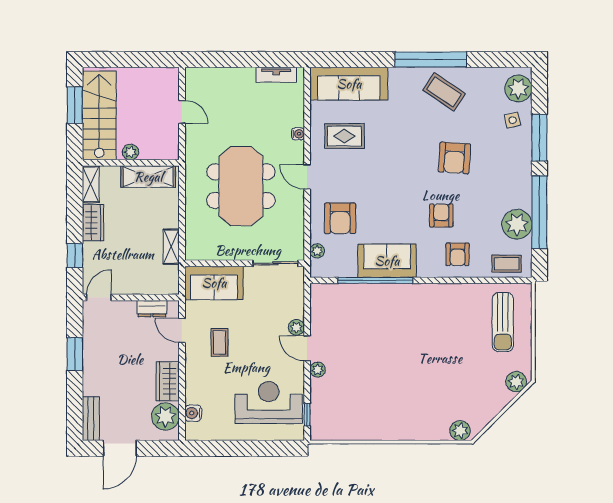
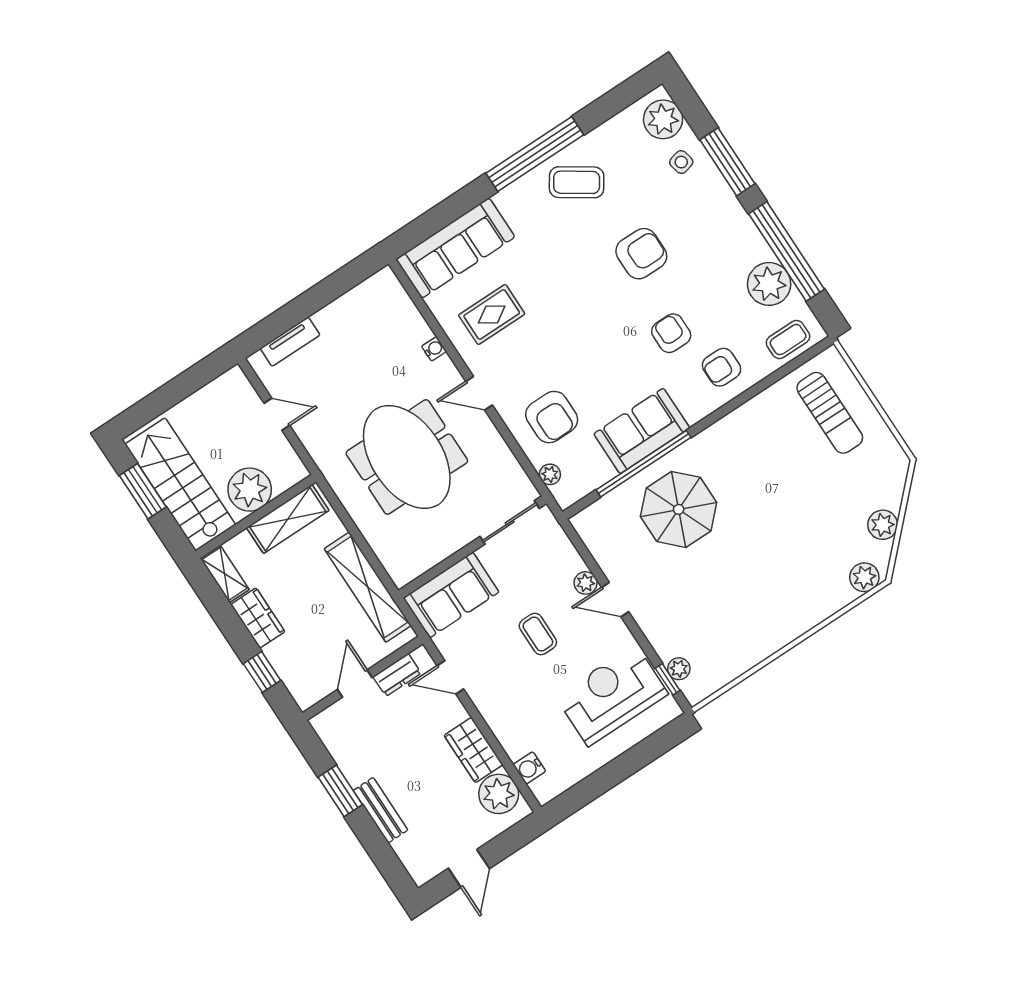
tv unit: (276, 75) -> (290, 342), moved
plant: (130, 152) -> (250, 490), width x1.87, depth x1.87
armchair: (454, 158) -> (641, 254), turned -94
shelving: (171, 247) -> (368, 587), width x2.20, depth x1.33
armchair: (458, 254) -> (721, 367), turned 90
door: (99, 297) -> (355, 683), moved
parasol: (378, 320) -> (679, 509), added
coffee table: (220, 342) -> (538, 634), moved
plant: (318, 370) -> (679, 669), moved
plant: (516, 382) -> (883, 525), moved
bench: (91, 419) -> (381, 810), moved
door: (120, 448) -> (469, 868), width x0.73

